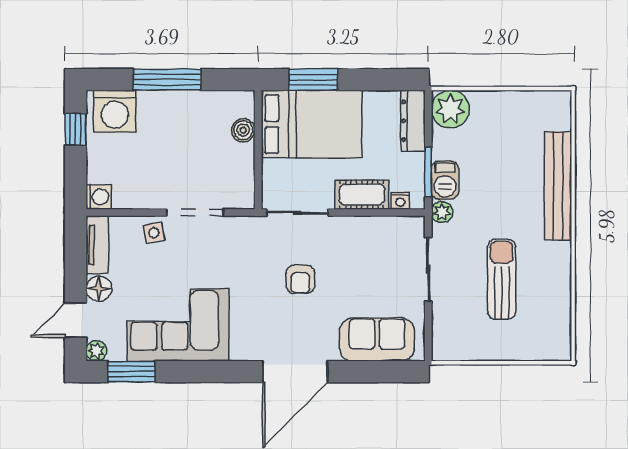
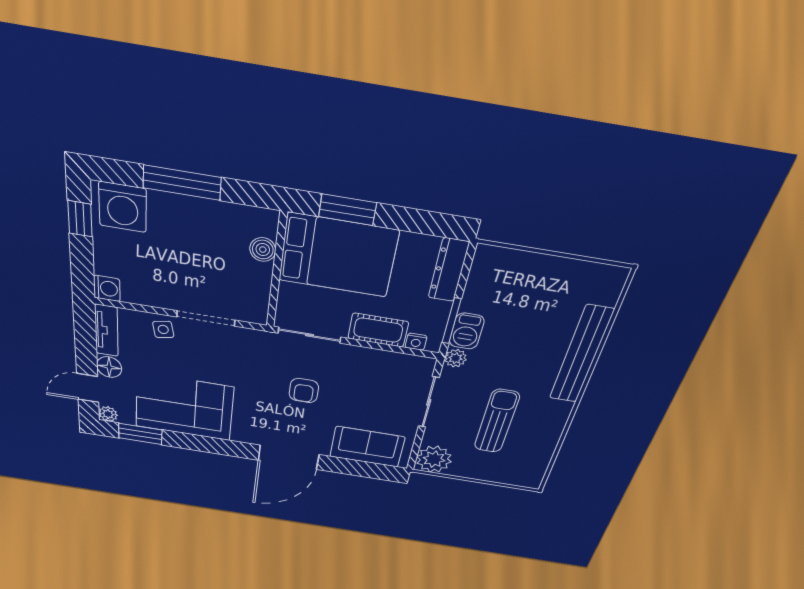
plant: (450, 109) -> (434, 459), moved

